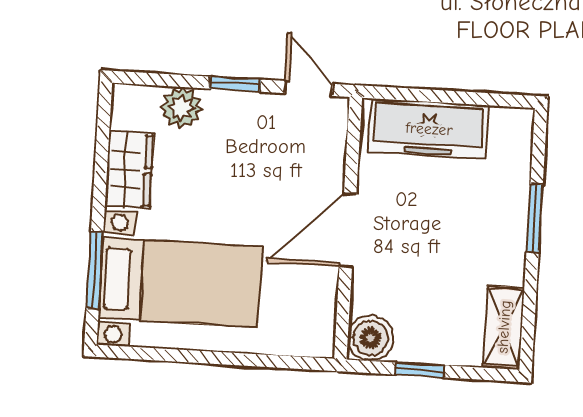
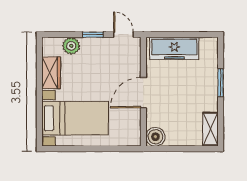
window: (95, 270) -> (39, 115), removed
window: (420, 370) -> (177, 149), removed

